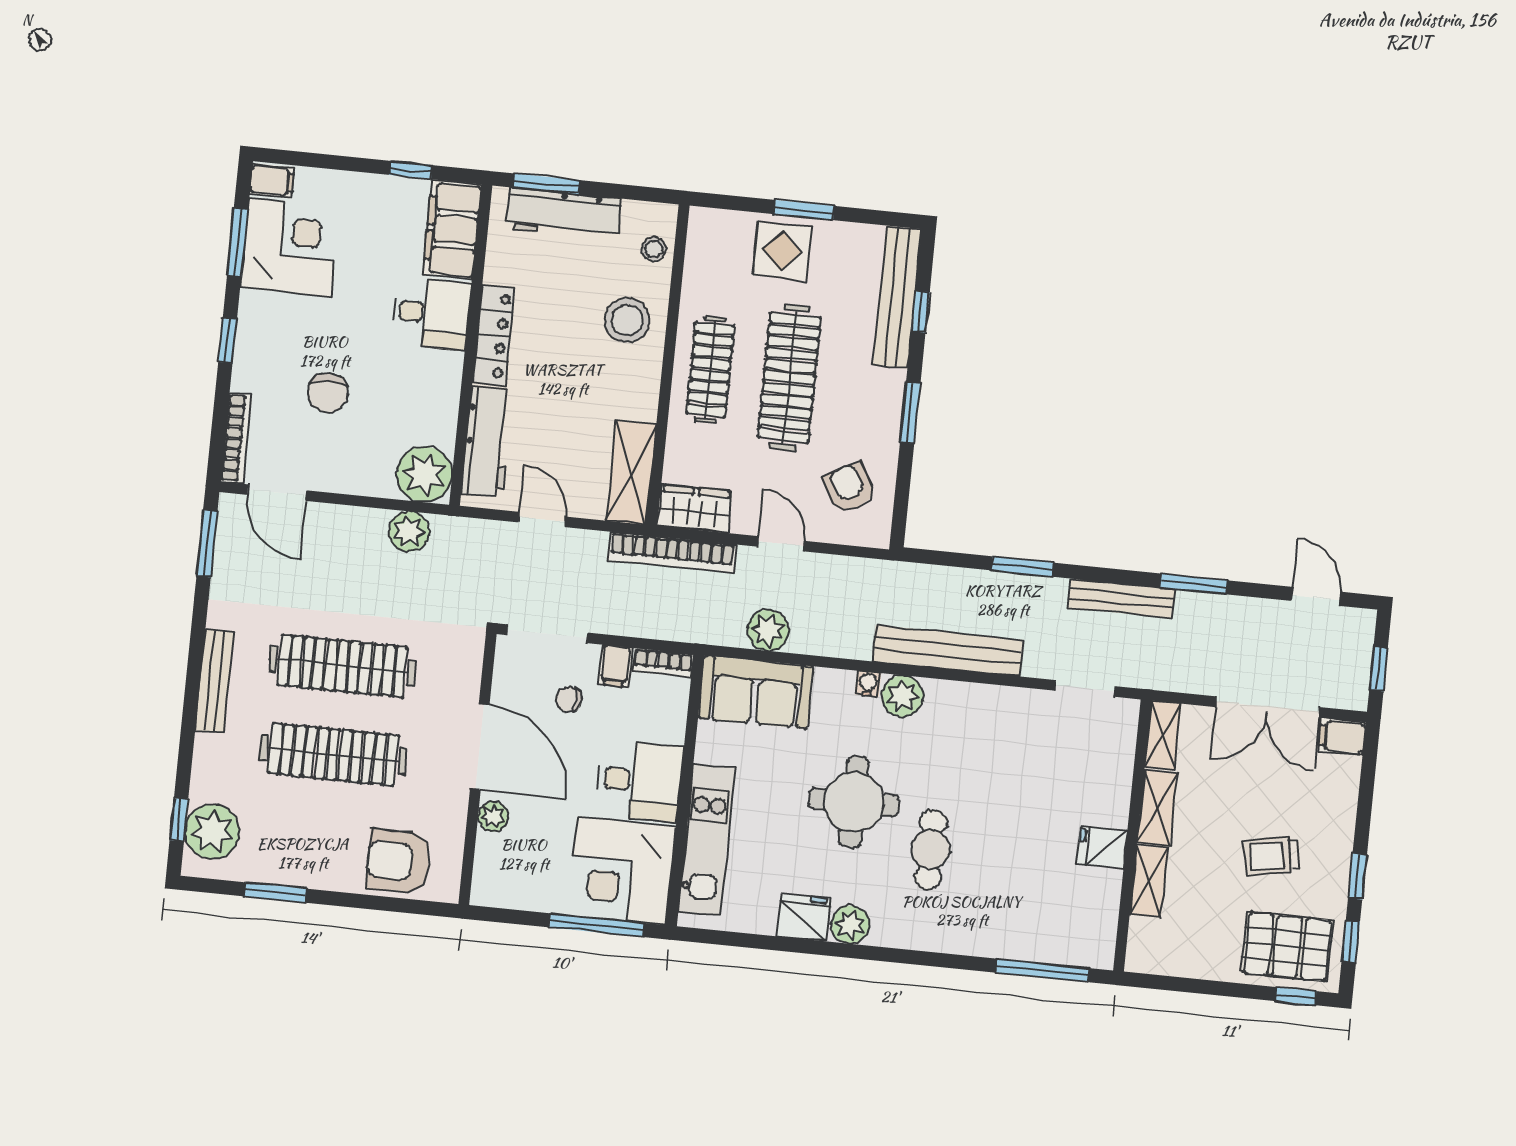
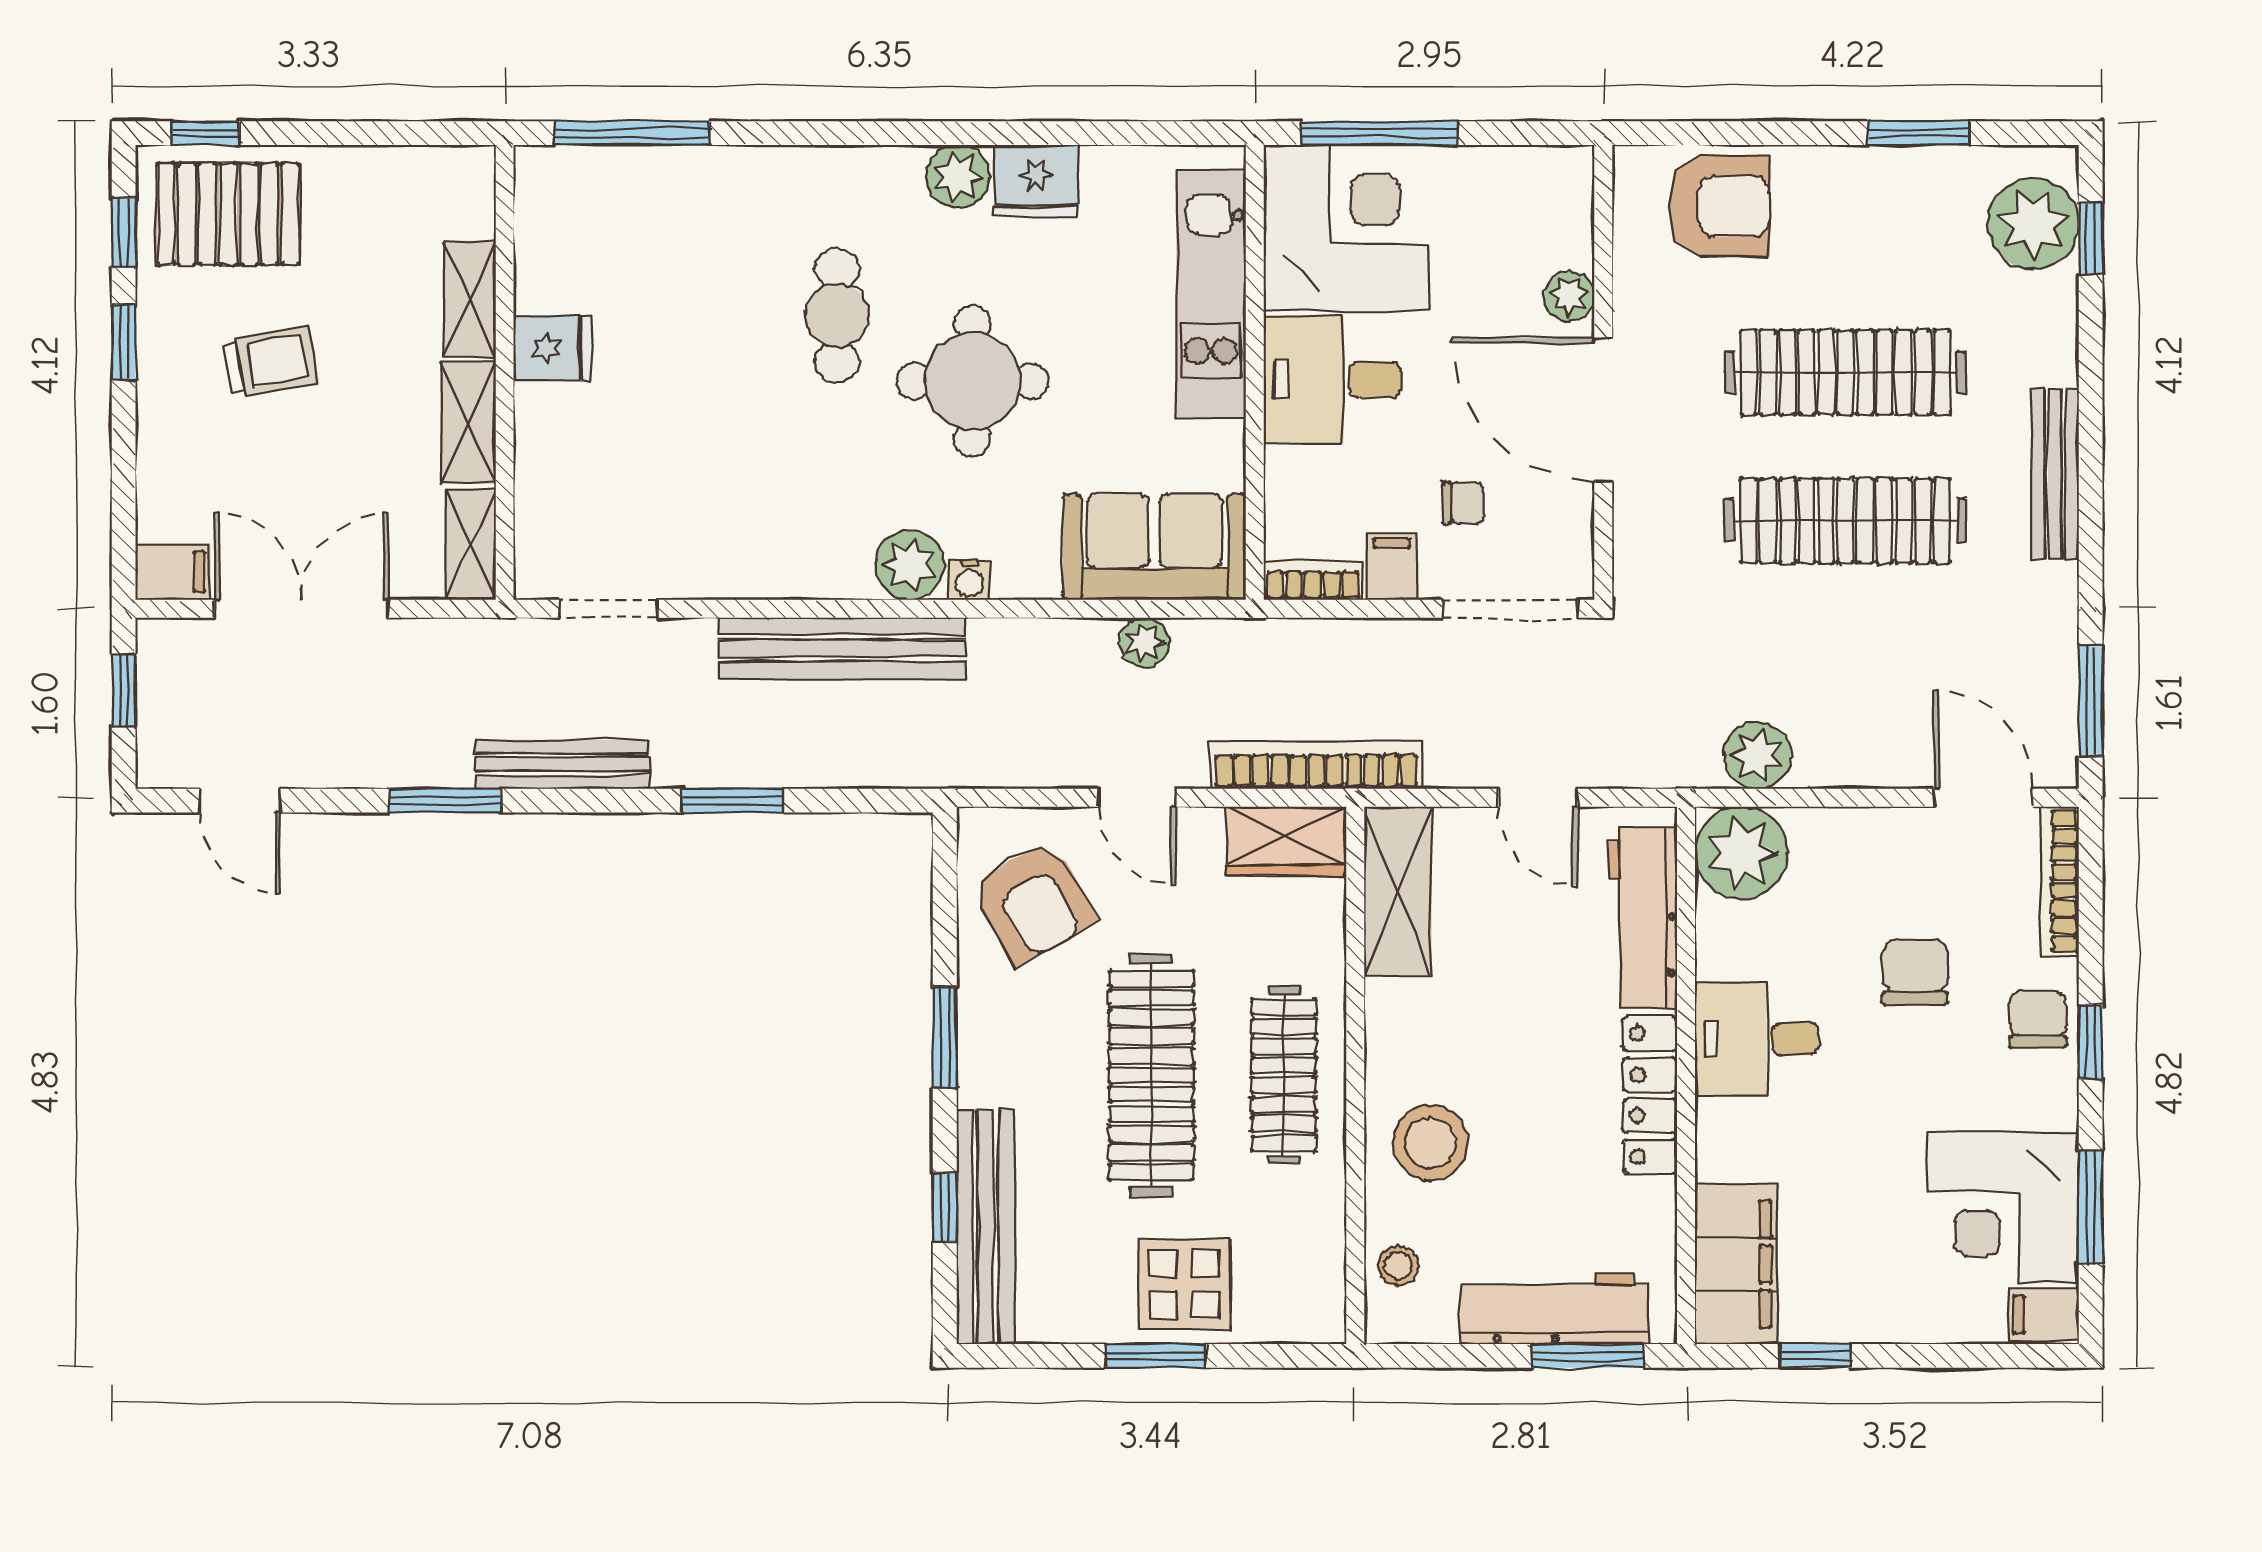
desk: (431, 313) -> (1757, 1039), moved
chair: (258, 357) -> (2038, 1019), added
armchair: (849, 488) -> (1033, 902), width x1.38, depth x1.38
plant: (768, 630) -> (1144, 642), width x0.73, depth x0.73

